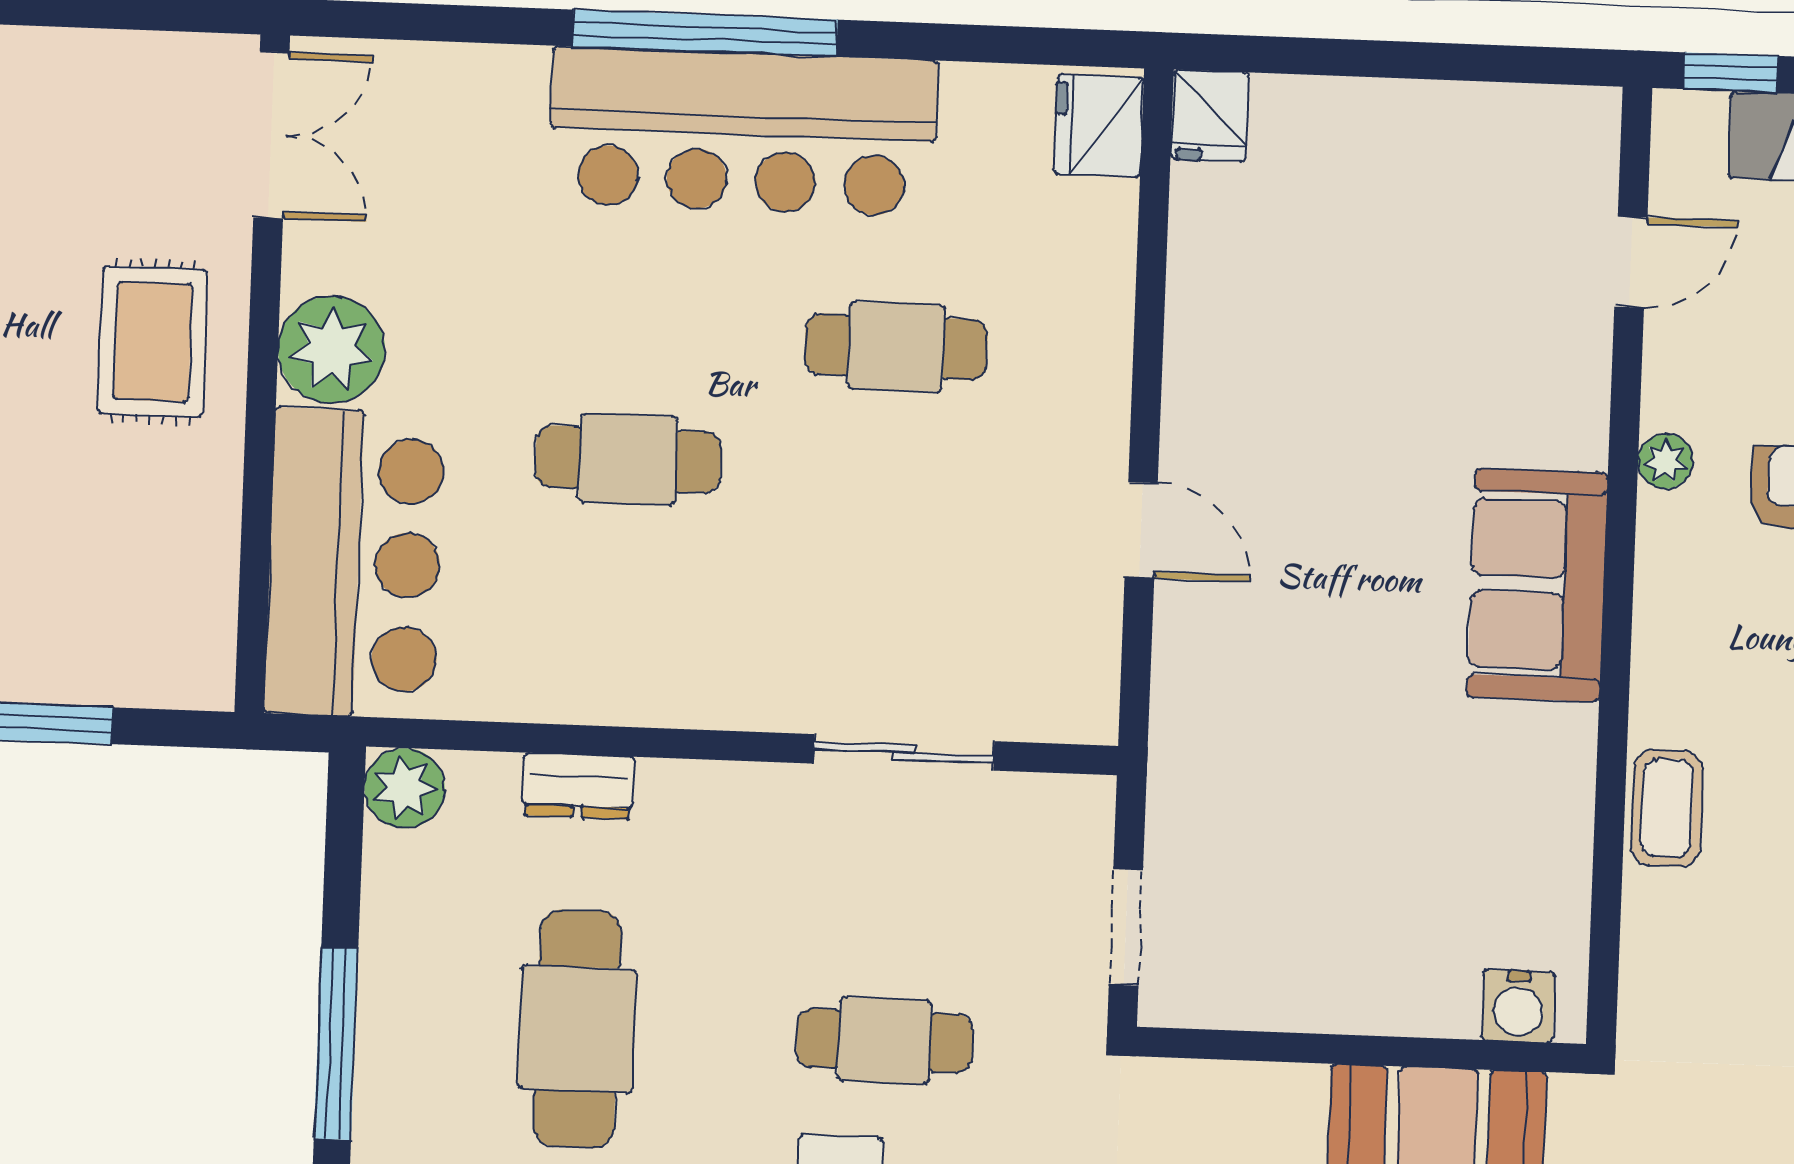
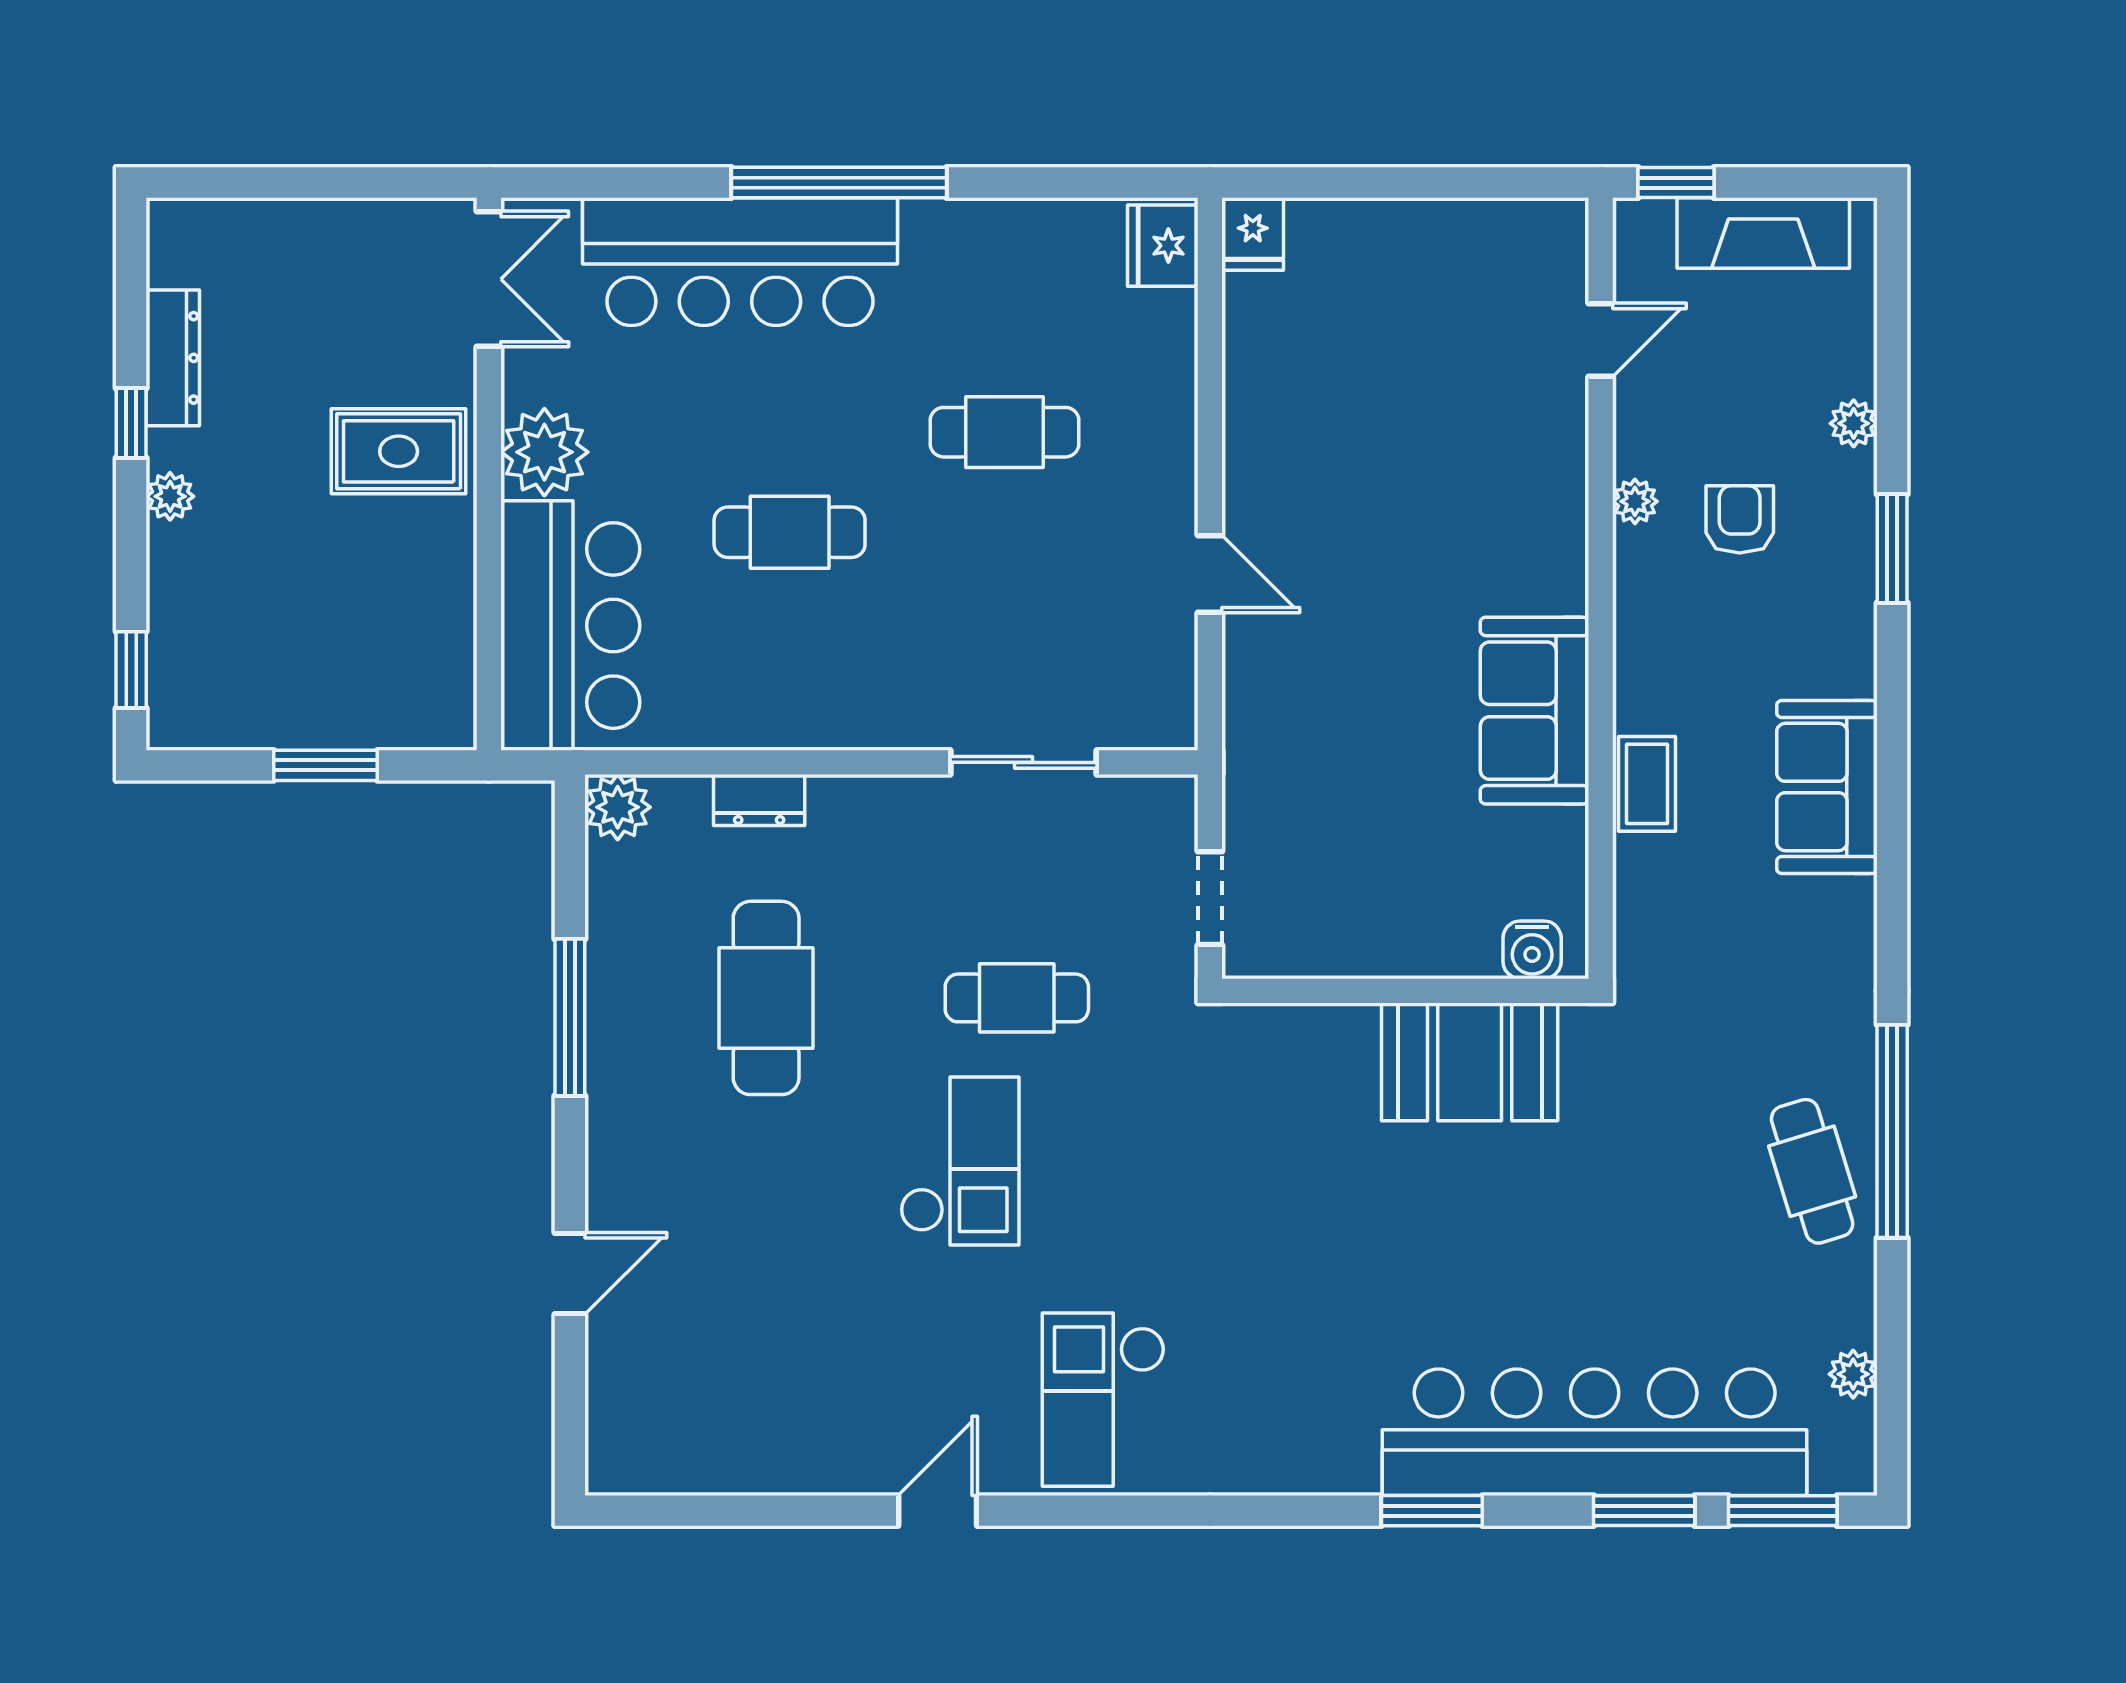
bar counter: (743, 132) -> (740, 262), moved
rug: (153, 342) -> (399, 451), turned 90
sofa: (1537, 585) -> (1534, 711), moved

